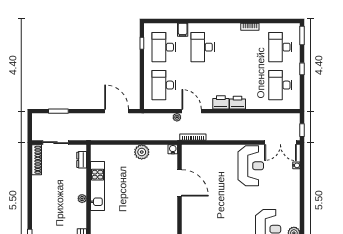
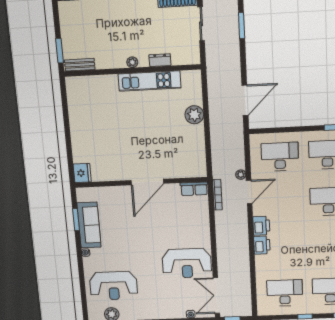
water cooler: (173, 149) -> (201, 171), removed
plant: (142, 152) -> (194, 115), moved
row of seats: (187, 156) -> (194, 189), added
dresser: (82, 160) -> (160, 60), moved
door: (180, 183) -> (147, 182), moved

